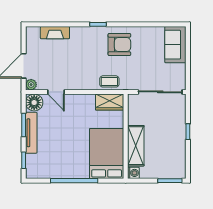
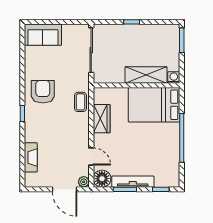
door: (56, 92) -> (91, 156), hinge flipped
wardrobe: (110, 102) -> (102, 119), moved

